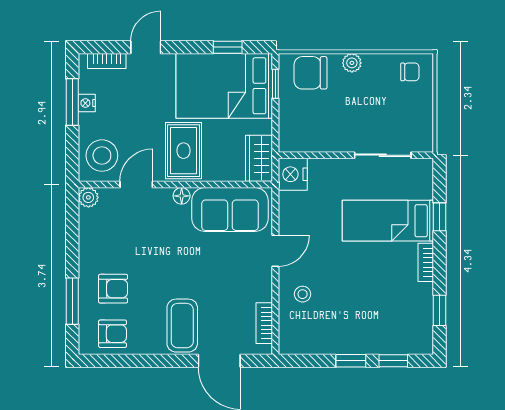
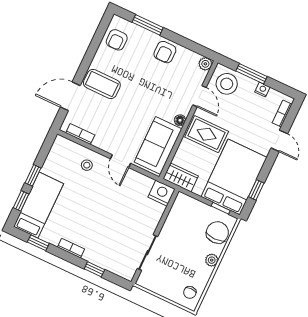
window: (72, 102) -> (252, 74), moved
bed: (388, 221) -> (39, 205), moved
armchair: (113, 289) -> (165, 52), moved

